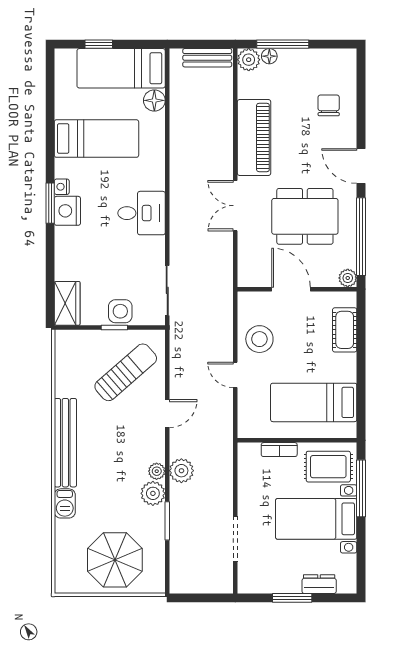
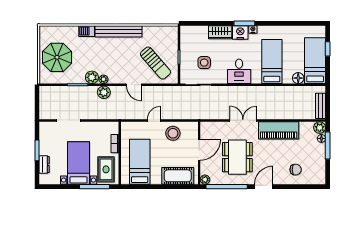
bed: (96, 139) -> (272, 62), moved, turned 180
wardrobe: (67, 303) -> (220, 32), moved
side table: (120, 311) -> (204, 63), moved
cot: (345, 330) -> (178, 176), width x1.37, depth x1.34

